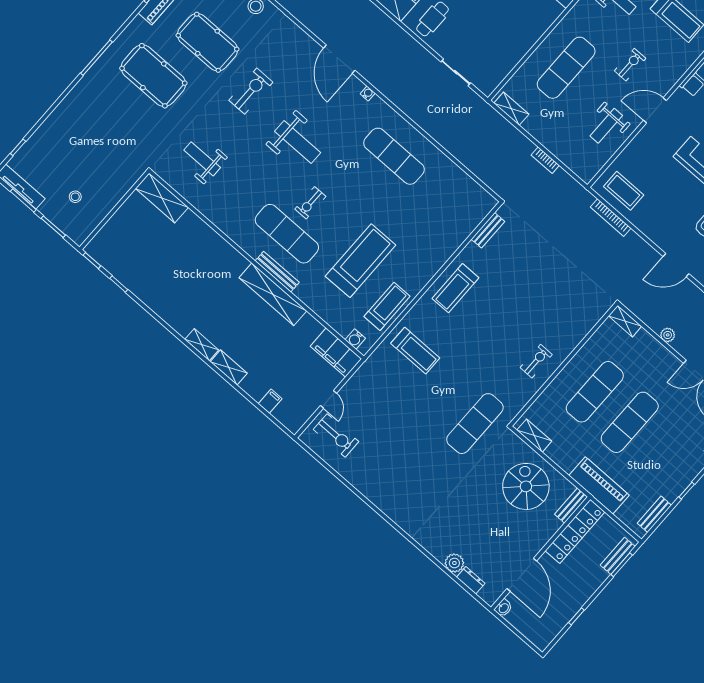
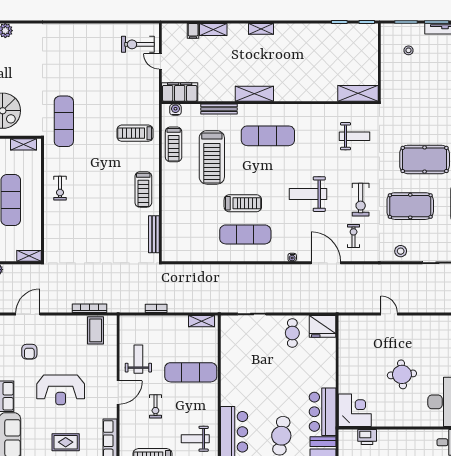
exercise mat: (566, 68) -> (191, 372), turned 90
treadmill: (370, 189) -> (243, 203), added
coffee table: (624, 191) -> (96, 330), turned 90
exercise bike: (310, 203) -> (354, 236), moved
bench: (488, 230) -> (154, 234), width x1.36
bench: (277, 272) -> (219, 109), moved
treadmill: (455, 288) -> (143, 189), turned 180
shelving: (273, 294) -> (254, 94), width x0.68
shelving: (229, 367) -> (213, 29), moved

